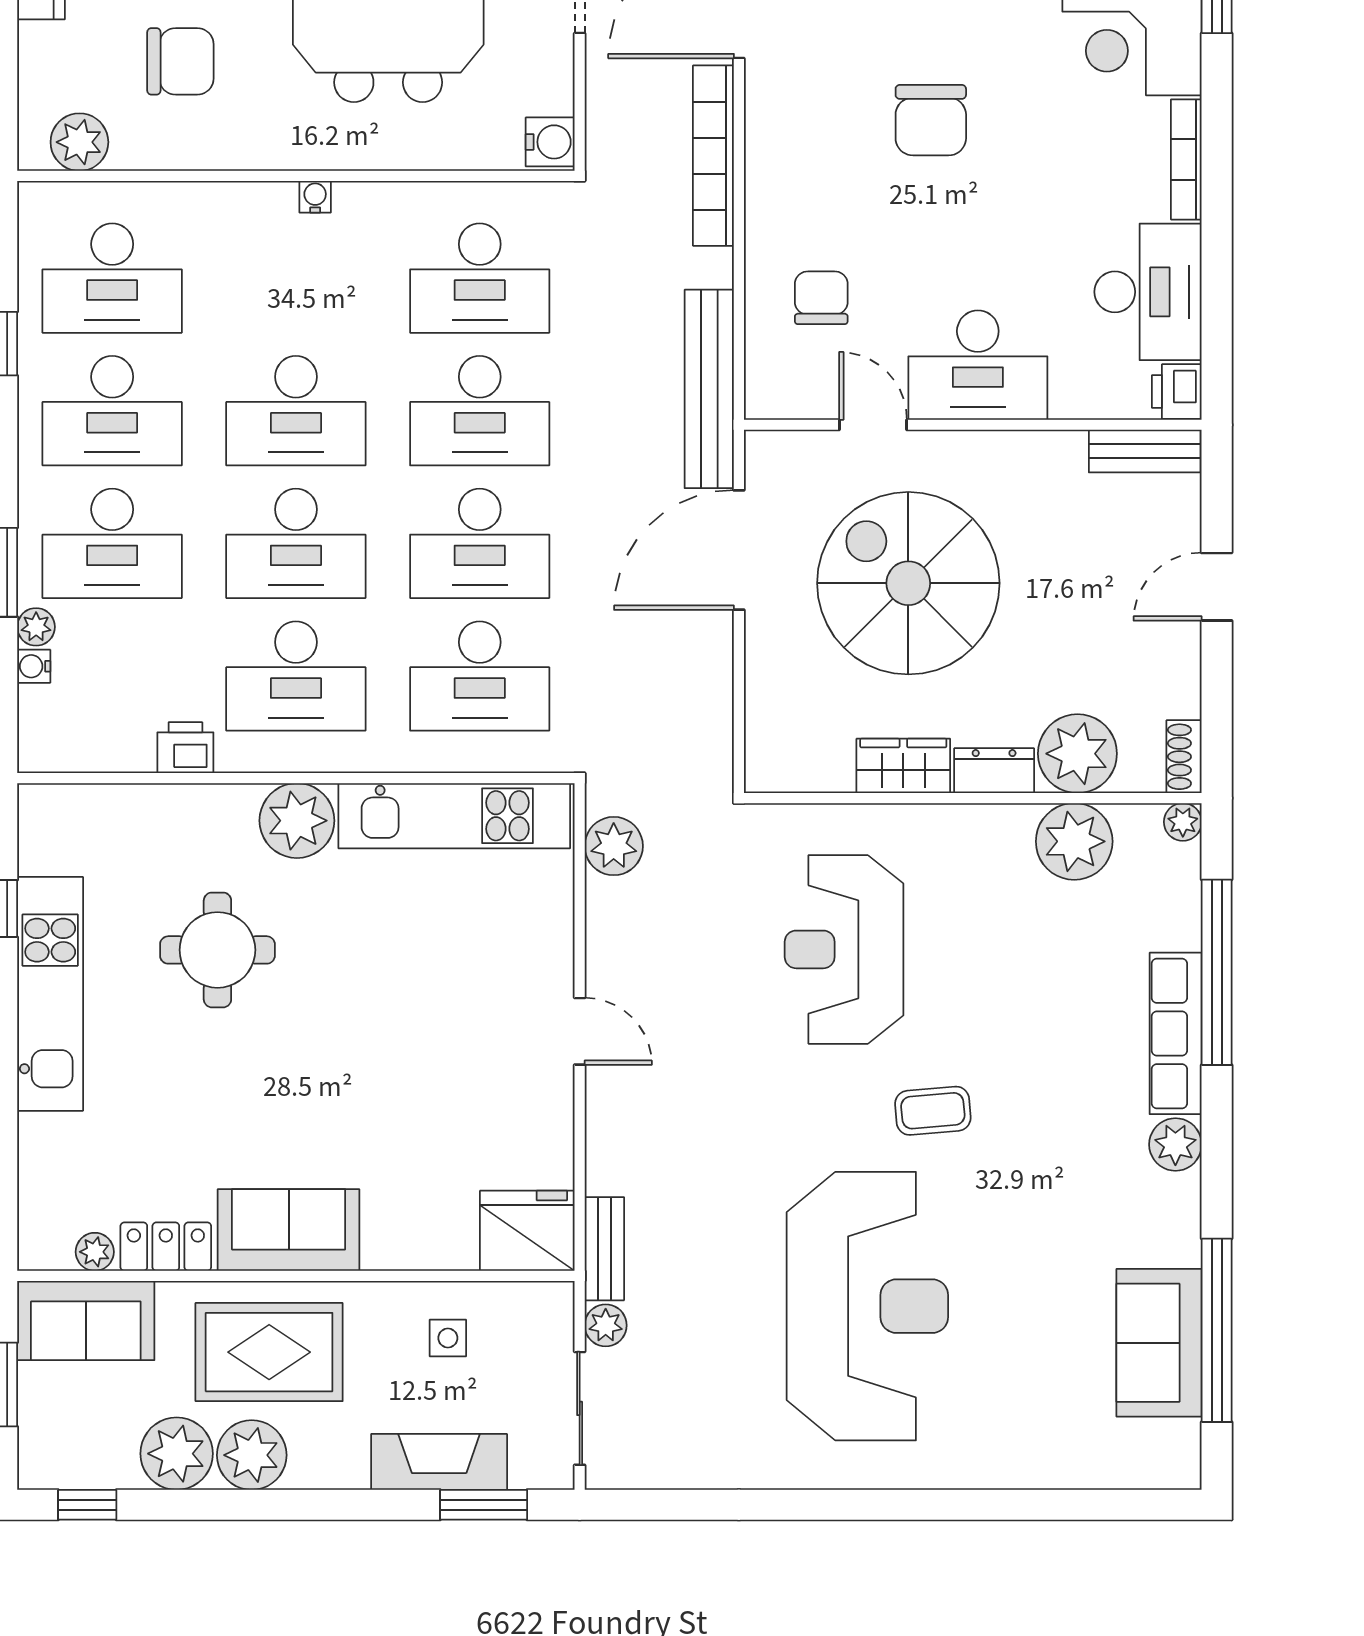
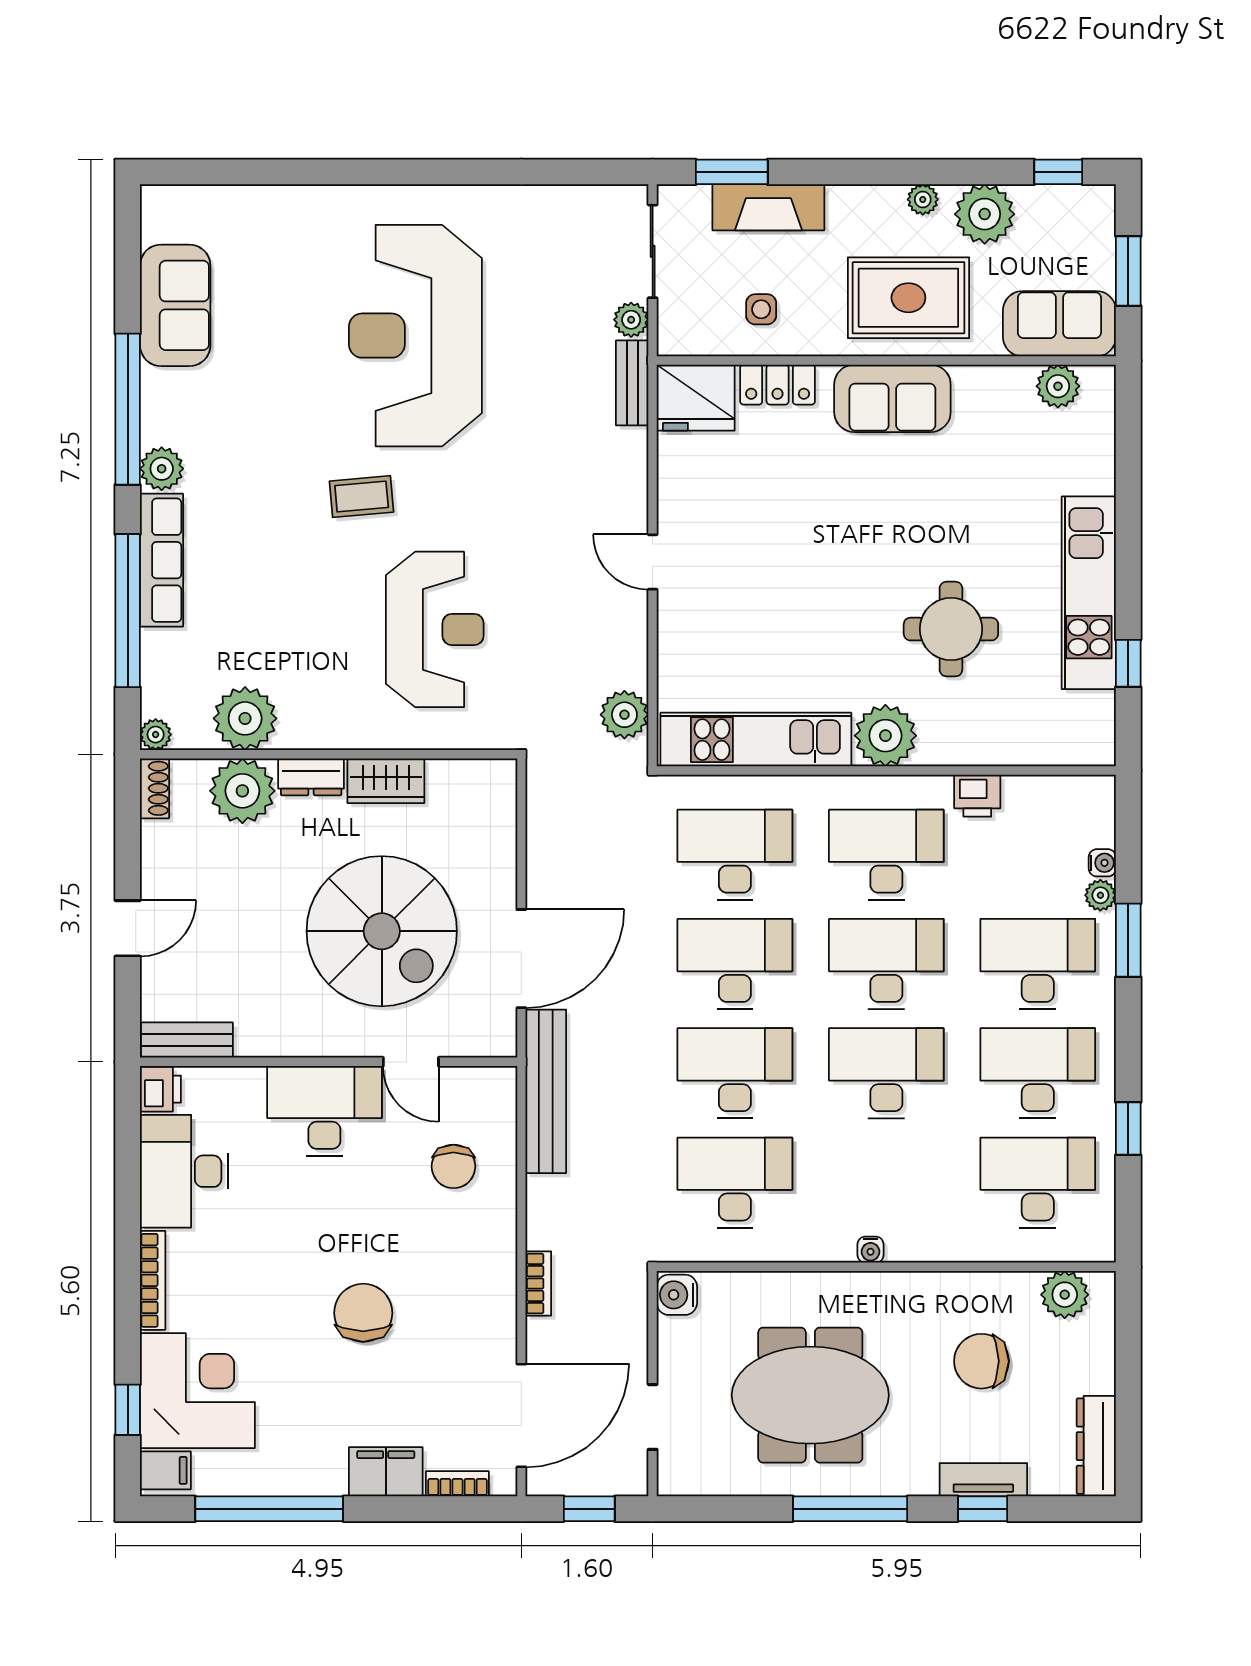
bookcase: (713, 156) -> (538, 1283), width x0.43, depth x0.76
locker: (166, 1247) -> (778, 385), moved
plant: (95, 1252) -> (1058, 386), width x1.38, depth x1.38
window: (1217, 1330) -> (128, 409), moved
plant: (252, 1455) -> (923, 199), width x0.53, depth x0.53

